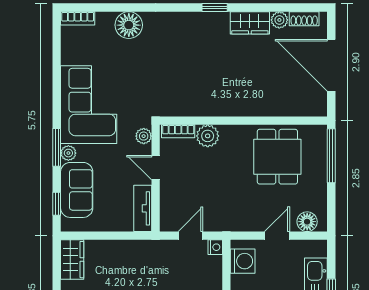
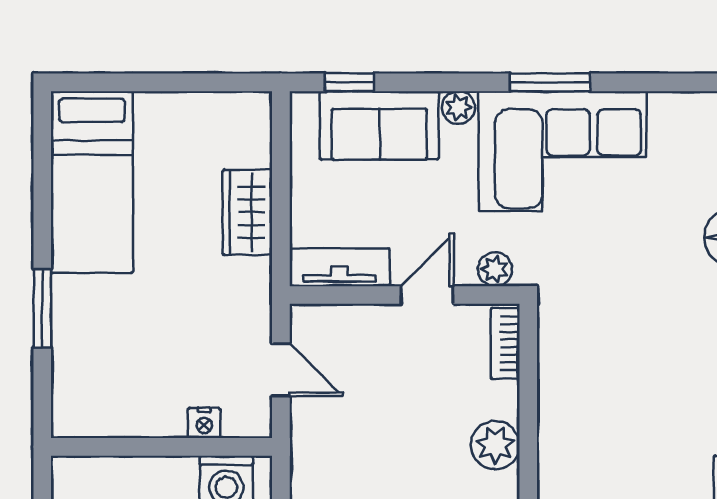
plant: (208, 136) -> (495, 445), moved
window: (57, 147) -> (550, 82), moved
nightstand: (215, 247) -> (204, 423), moved
wardrobe: (72, 260) -> (248, 212), moved, turned 90

